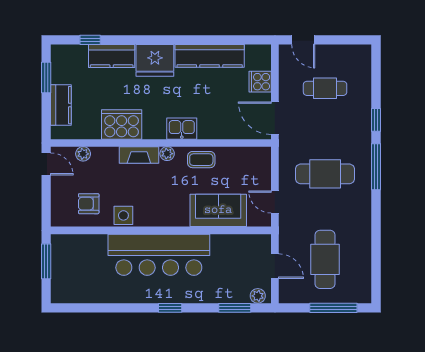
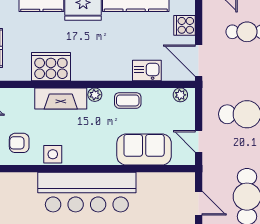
kitchen sink: (182, 129) -> (147, 71), moved
plant: (83, 154) -> (180, 95), moved
fireplace: (139, 155) -> (61, 99), width x1.37, depth x1.32

